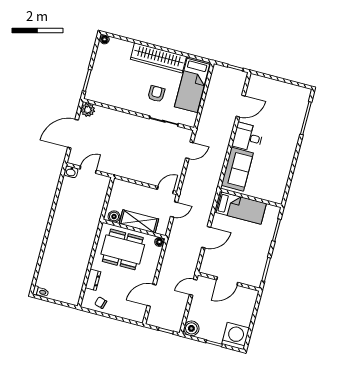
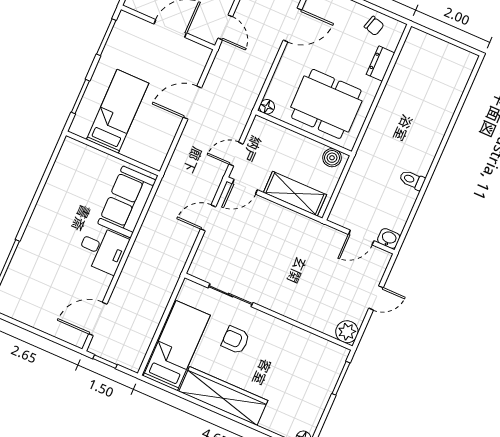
armchair: (156, 94) -> (235, 340), turned 90
door: (241, 106) -> (98, 319), moved
door: (73, 134) -> (376, 298), width x0.53
door: (190, 150) -> (208, 218), moved
bed: (240, 208) -> (118, 111), moved, turned 90
shelving: (139, 221) -> (295, 194), moved
door: (193, 287) -> (225, 27), hinge flipped
toilet: (41, 292) -> (412, 180), moved

